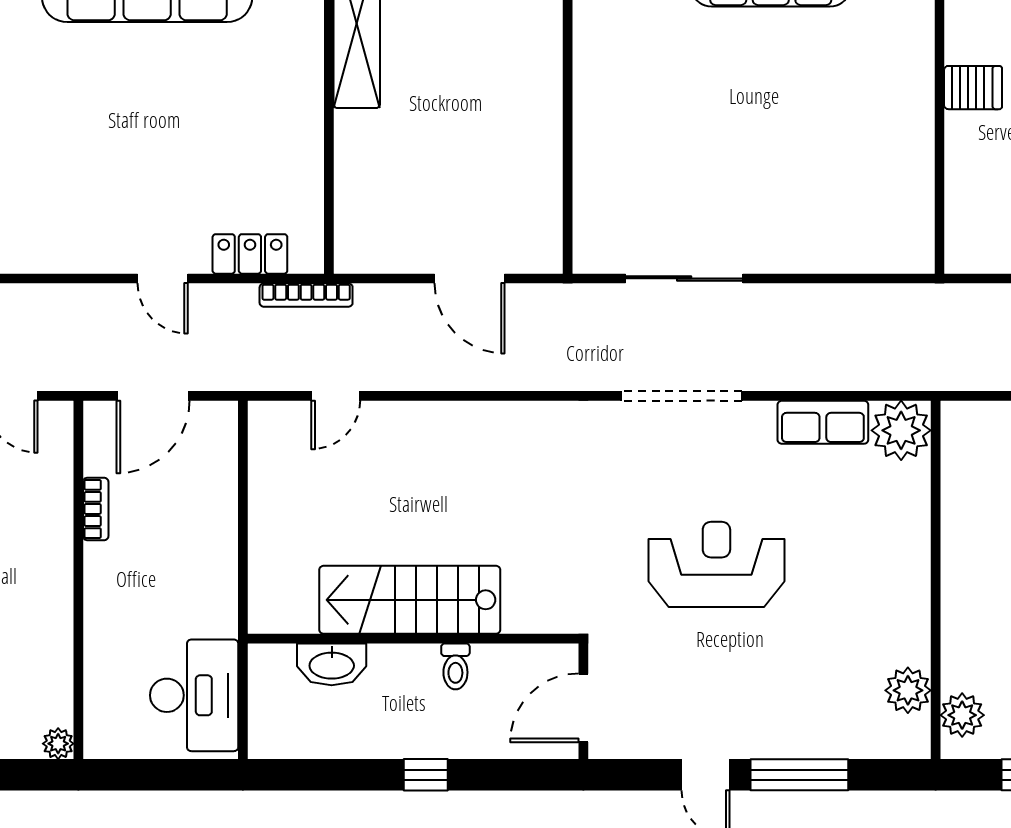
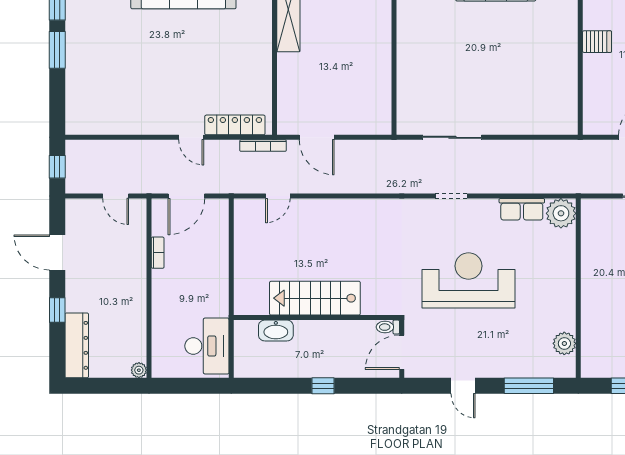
locker: (250, 254) -> (235, 125), width x1.53
door: (469, 278) -> (317, 137), moved
doorway: (682, 396) -> (451, 196), width x0.53
reception desk: (716, 564) -> (469, 280), width x1.36, depth x1.30
toilet: (455, 666) -> (388, 327), moved, turned 90
plant: (962, 715) -> (592, 356), removed
window: (799, 775) -> (529, 386), moved

